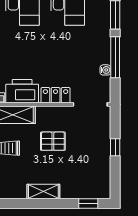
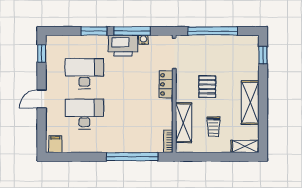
printer: (22, 91) -> (123, 46), moved, turned -90
window: (115, 147) -> (213, 31), width x3.17
shelving: (43, 192) -> (250, 103), width x1.50, depth x1.33

